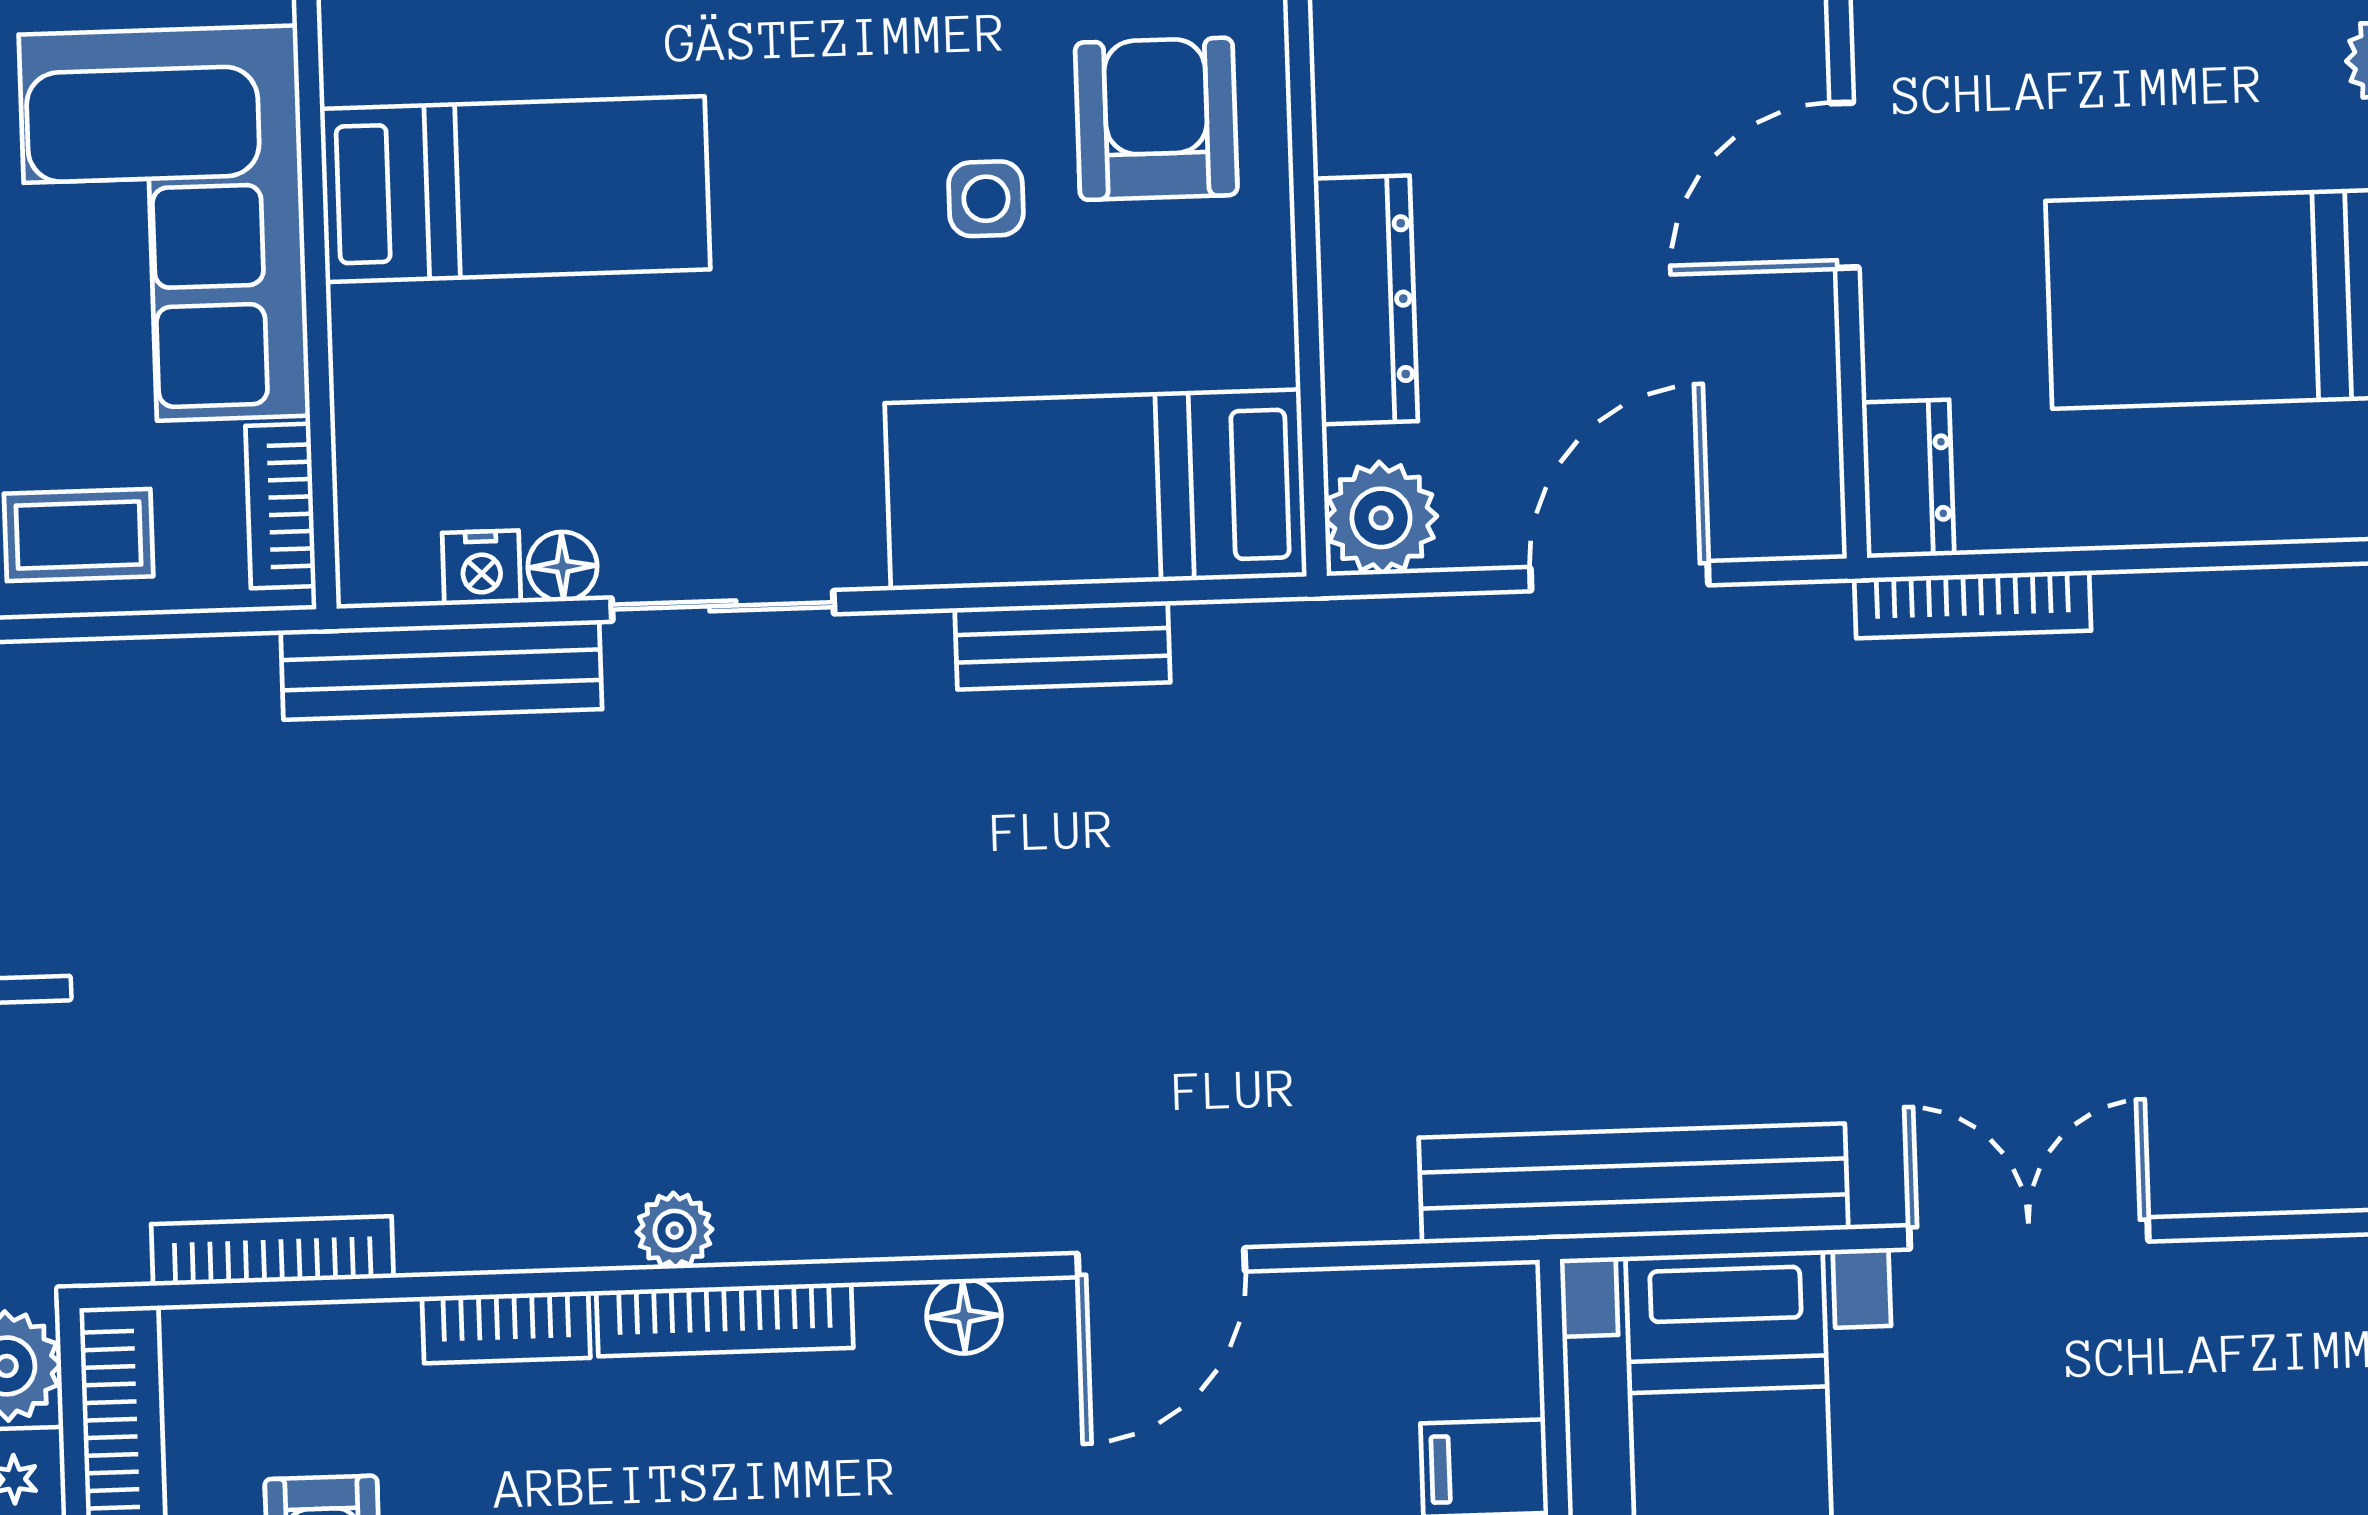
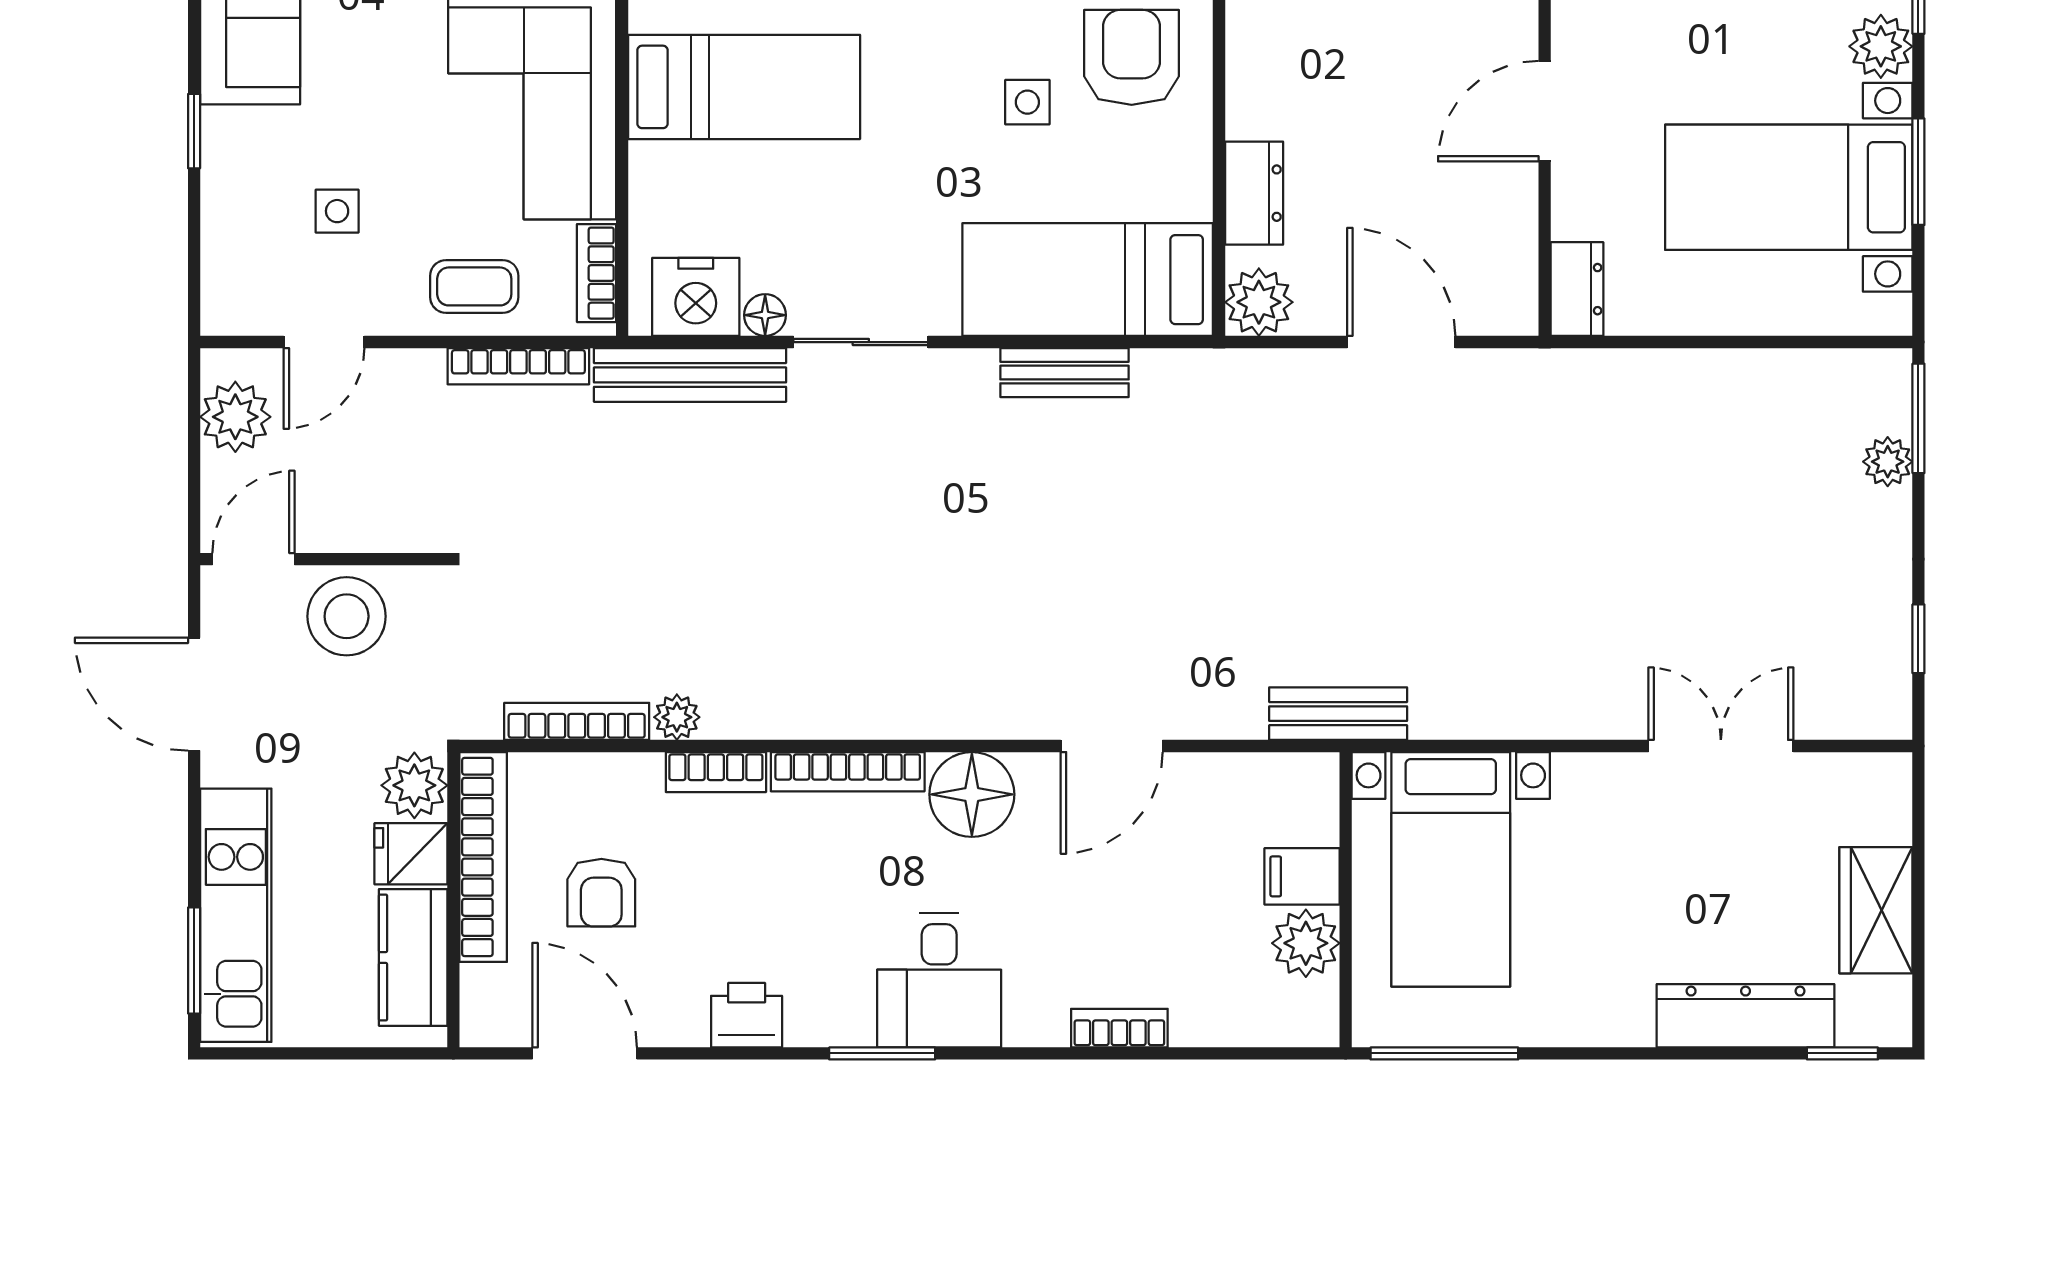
dresser: (1366, 300) -> (1254, 193), width x0.70
nightstand: (482, 568) -> (696, 297), width x1.89, depth x1.79
door: (1619, 576) -> (1401, 342), hinge flipped
bookcase: (1973, 605) -> (518, 366), moved
bench: (1634, 1183) -> (1338, 714), width x0.54, depth x0.82
plant: (675, 1231) -> (677, 717), moved
double door: (2029, 1233) -> (1721, 746), moved
floor lamp: (964, 1316) -> (972, 794), width x1.89, depth x1.89

